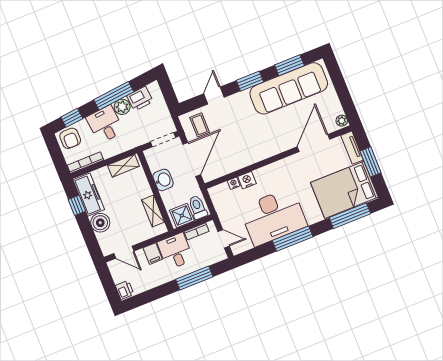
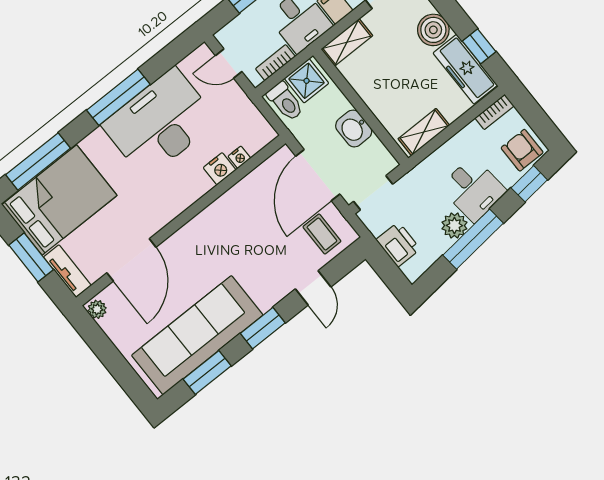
printer: (140, 99) -> (398, 244), moved, turned 96
bookcase: (85, 163) -> (495, 112), width x0.64
shelving: (153, 211) -> (347, 42), moved, turned 90

